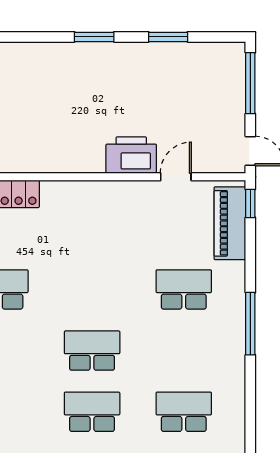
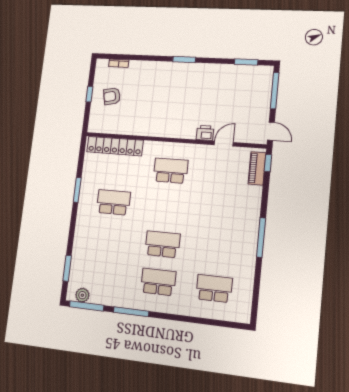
window: (168, 37) -> (246, 62), moved
printer: (131, 155) -> (205, 133), width x0.53, depth x0.68
piano: (230, 223) -> (257, 168), width x0.73, depth x0.75
school desk: (184, 289) -> (171, 171), moved

